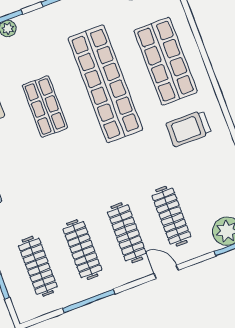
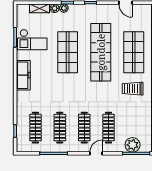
shop shelf: (45, 107) -> (68, 52), width x1.43, depth x1.36
door: (166, 272) -> (96, 153), hinge flipped

